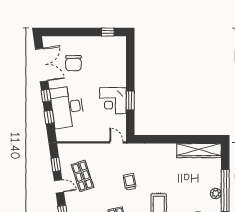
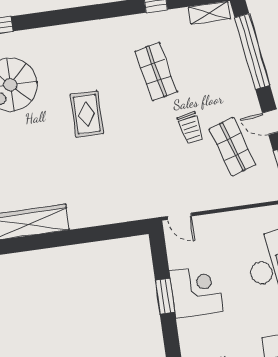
trolley: (130, 182) -> (190, 128), moved

